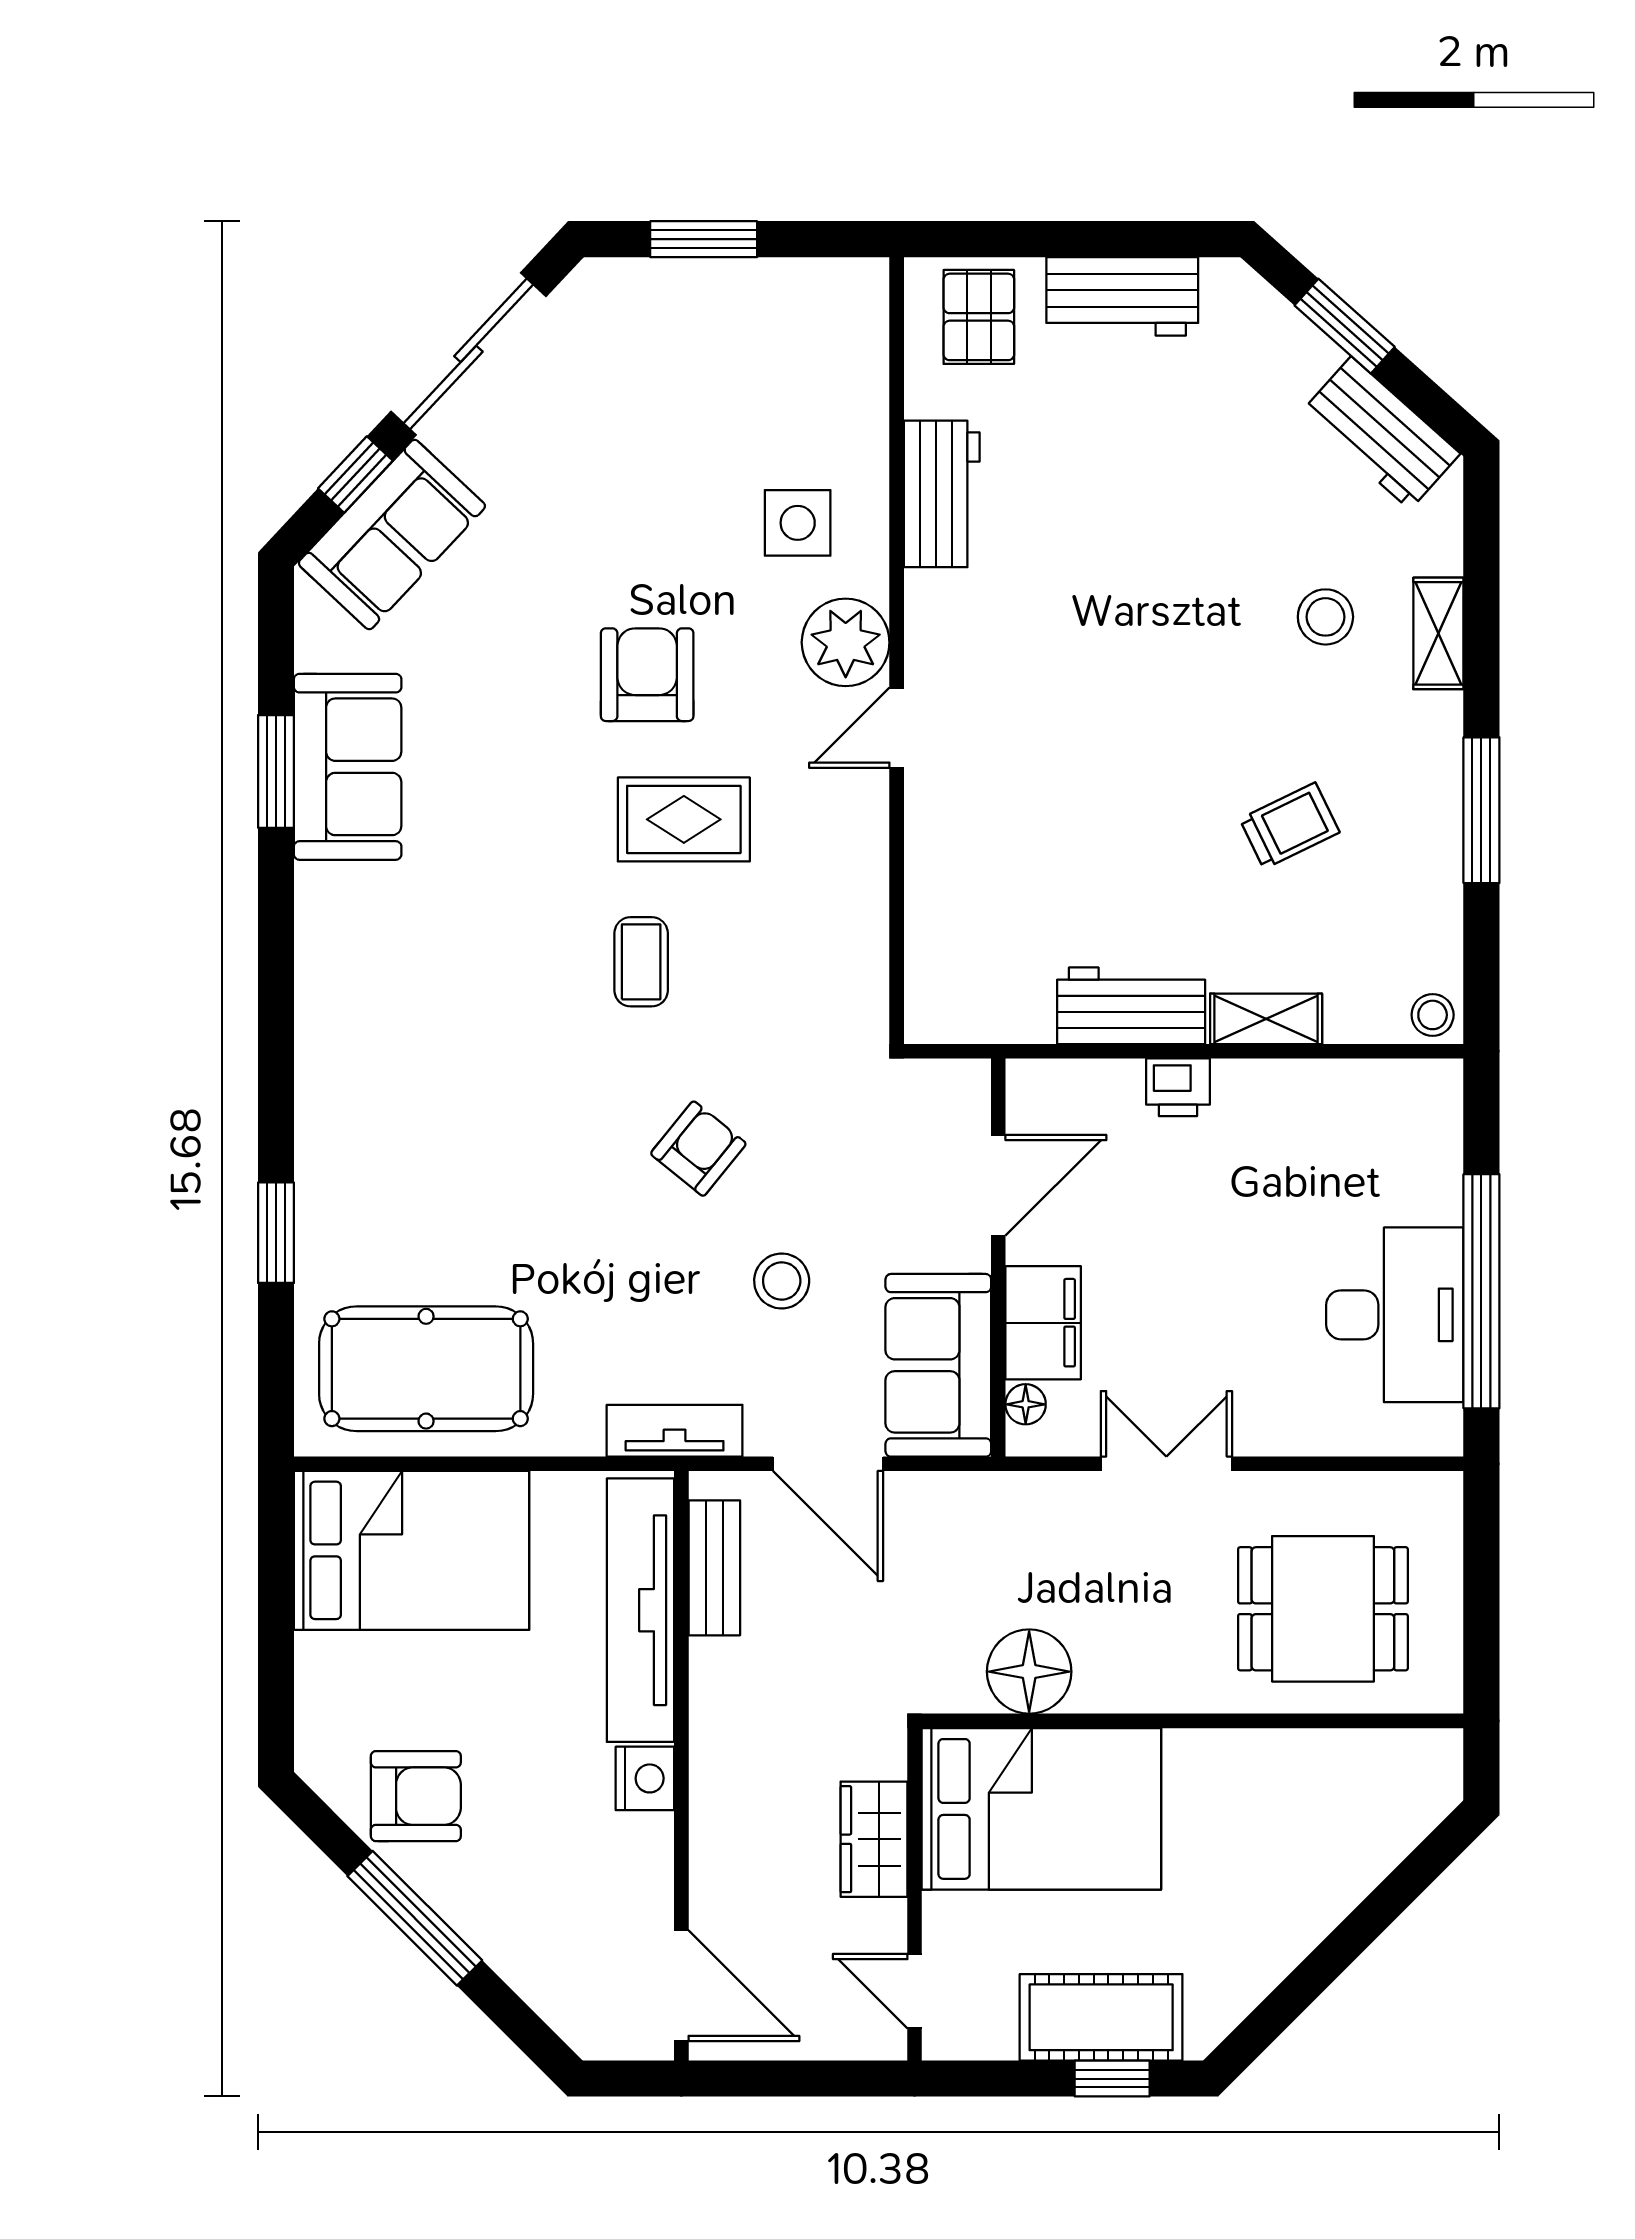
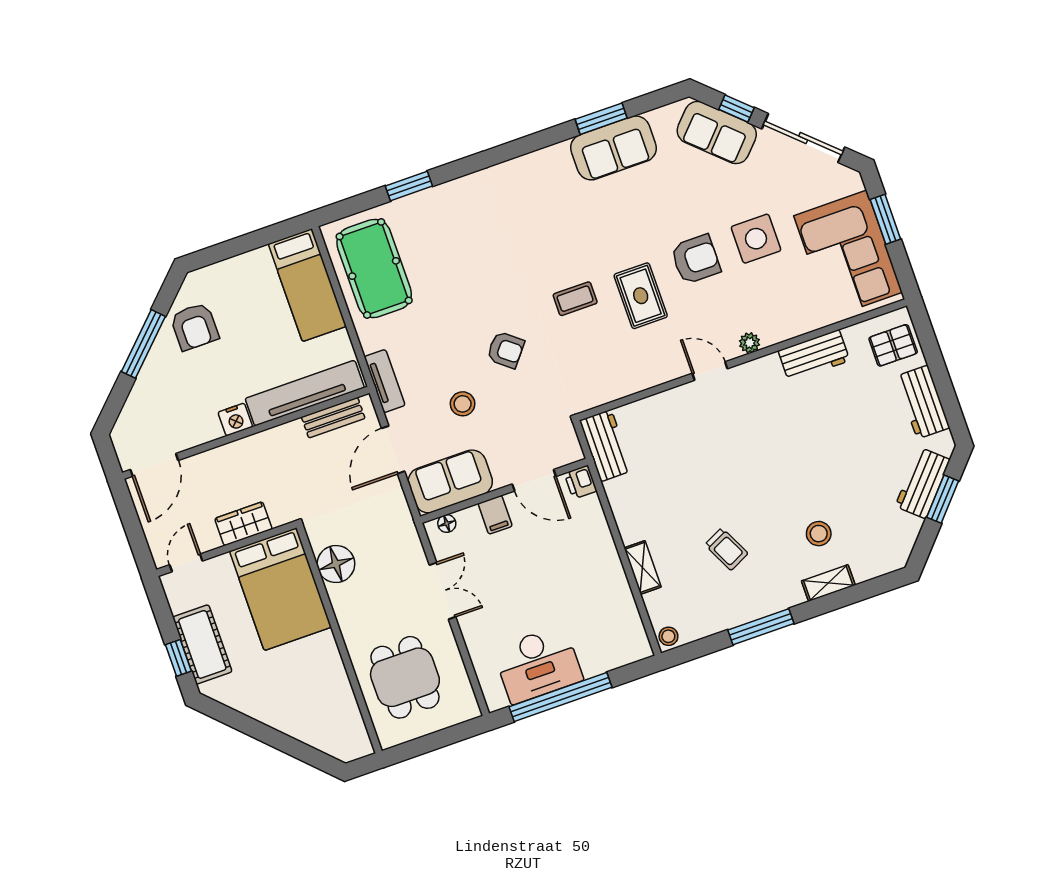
corner sofa: (750, 345) -> (848, 254), added
workbench: (1381, 433) -> (923, 483), moved
side table: (798, 523) -> (756, 239), moved, width x1.37, depth x1.37
plant: (846, 642) -> (750, 343), width x0.53, depth x0.53
workbench: (1131, 1006) -> (606, 445), moved
printer: (1178, 1087) -> (581, 482), moved
filing cabinet: (1043, 1323) -> (495, 515), width x0.50
bed: (412, 1550) -> (307, 285), width x0.67

